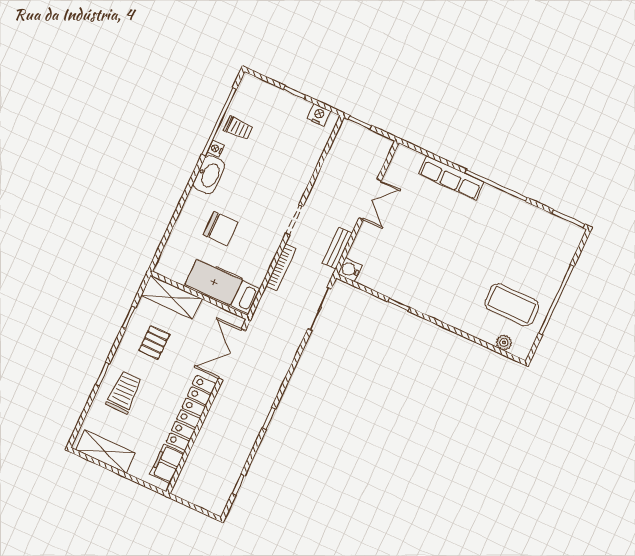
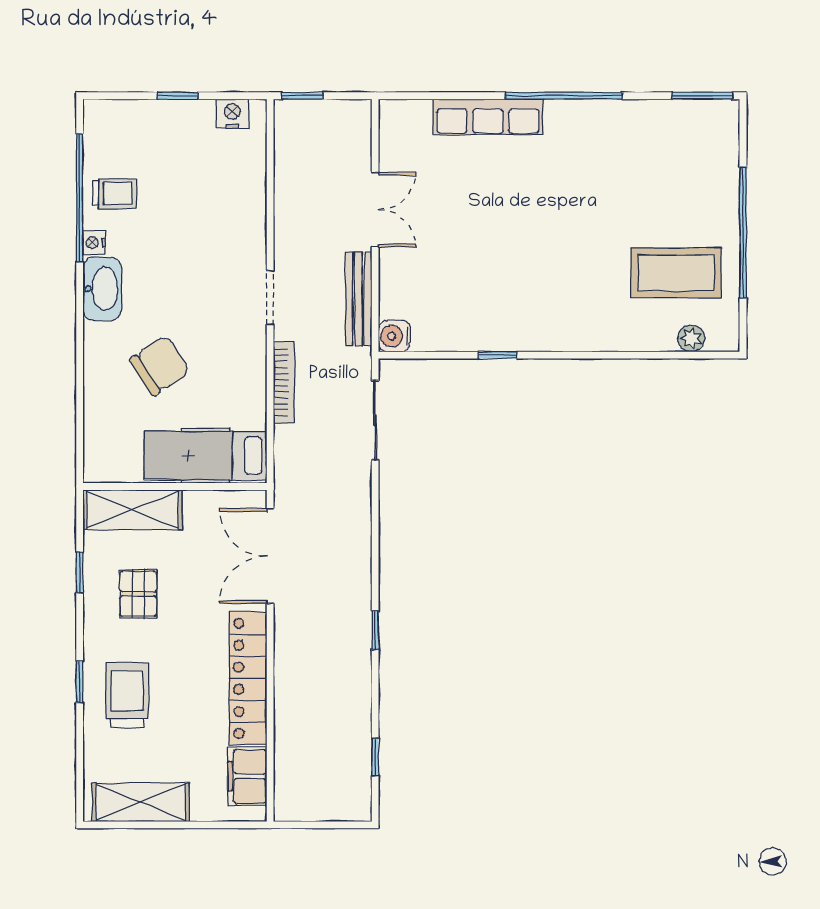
chair: (220, 229) -> (160, 365), turned -34
bench: (337, 248) -> (359, 299), width x1.36

